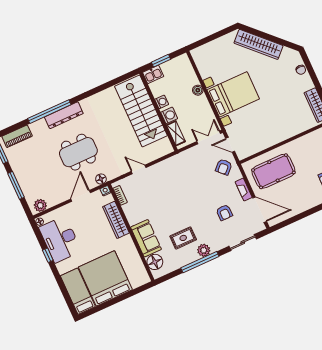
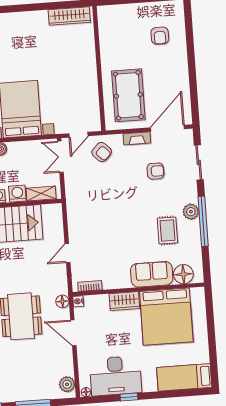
chair: (301, 70) -> (21, 19), removed
wardrobe: (116, 220) -> (124, 301), width x0.67
bed: (105, 278) -> (166, 317), moved, turned -90

